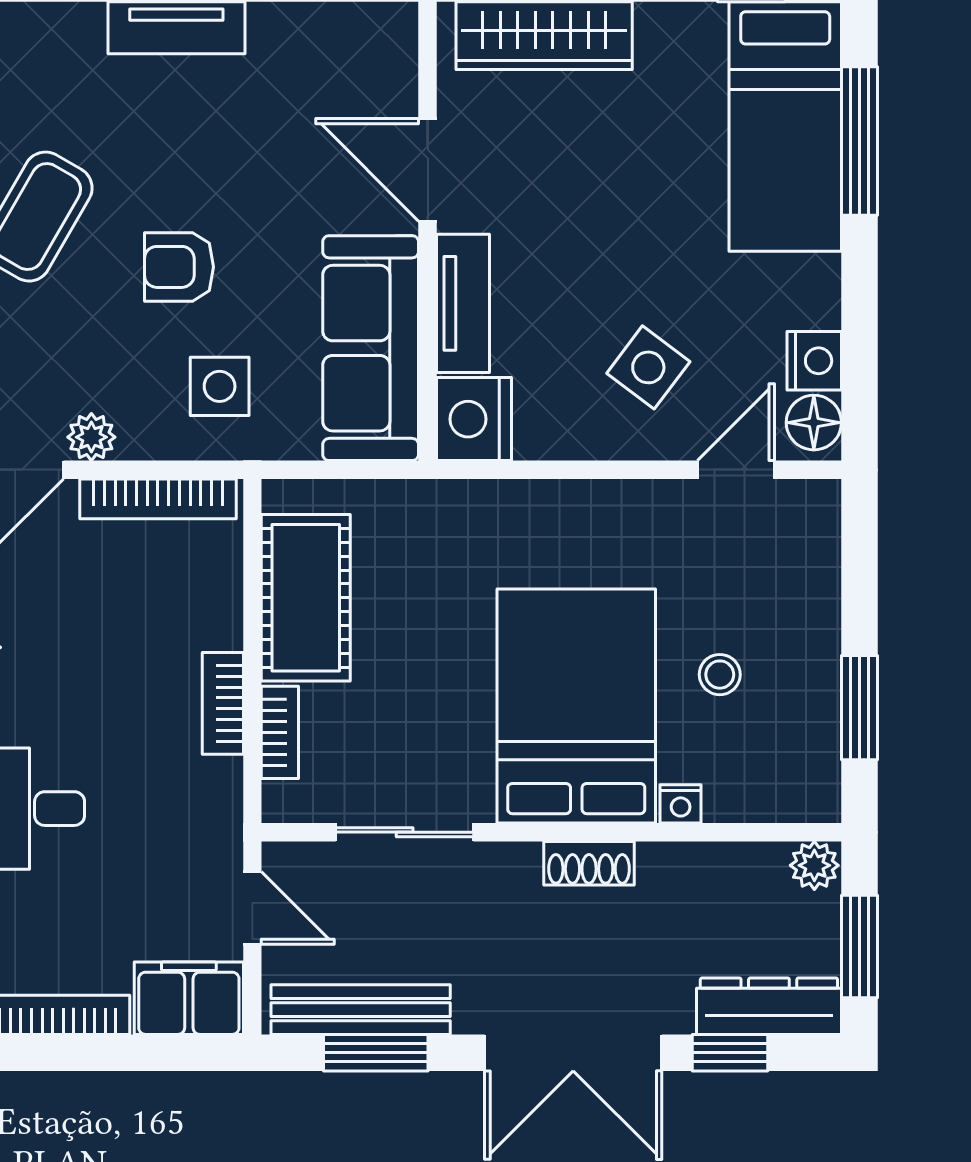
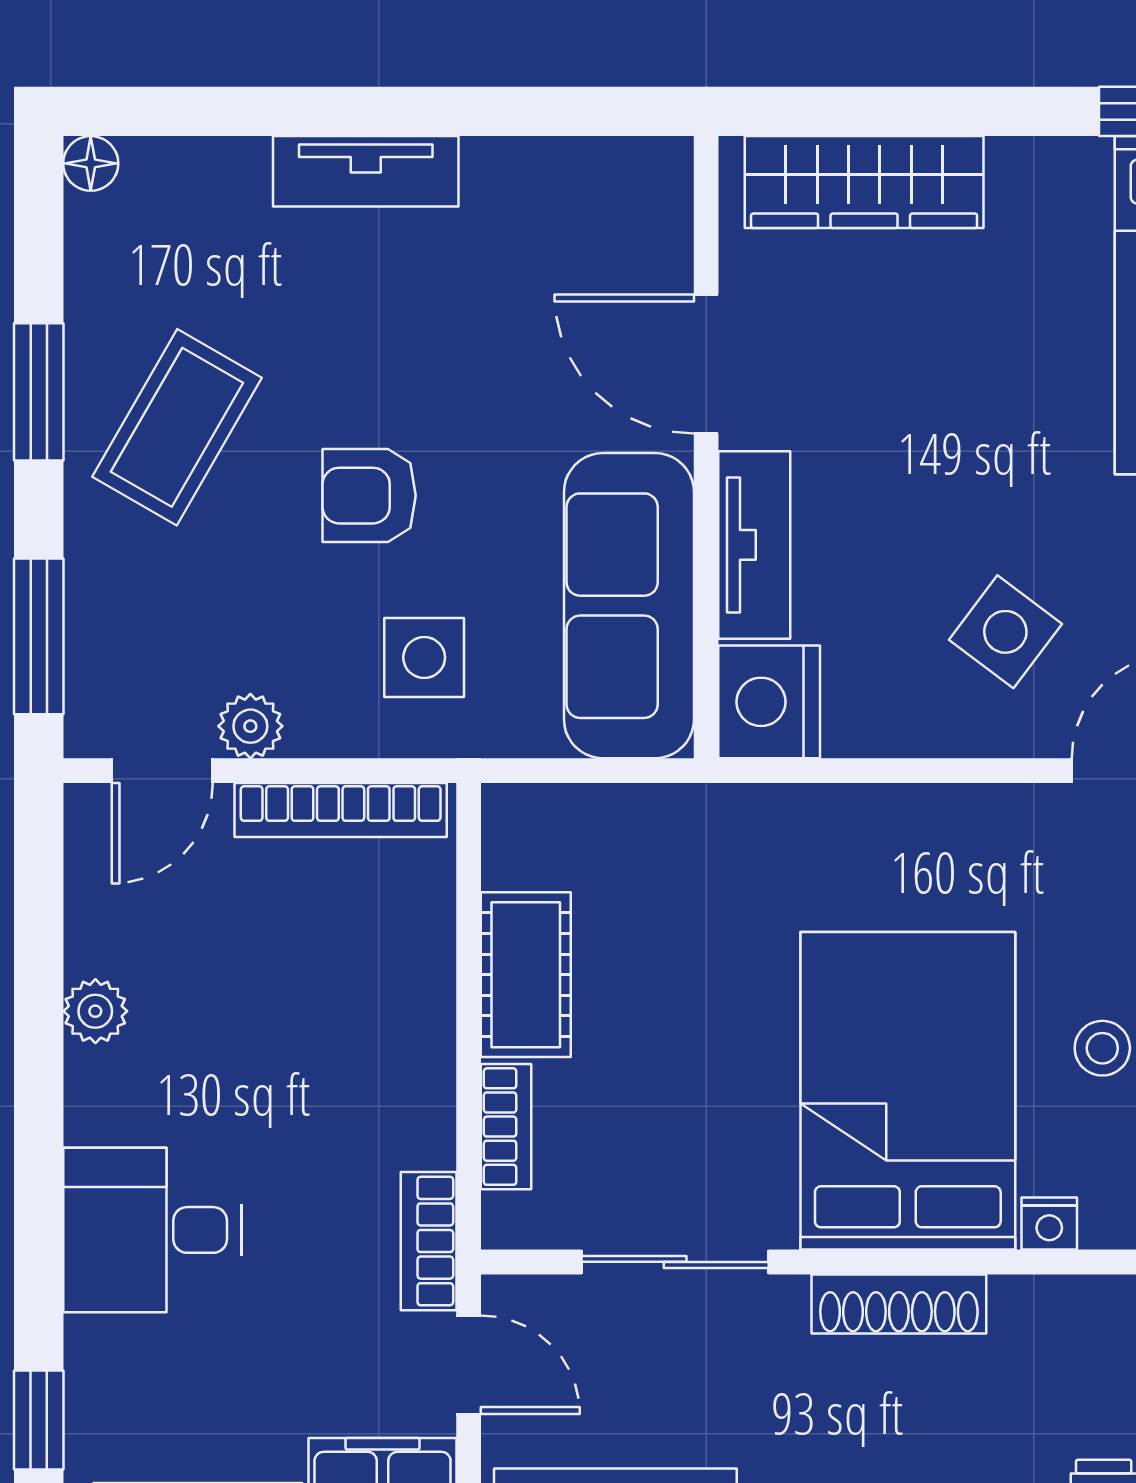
cot: (306, 598) -> (526, 975), width x0.73, depth x0.75
bookcase: (223, 703) -> (429, 1241), moved
shoe rack: (589, 863) -> (899, 1304), width x1.43

